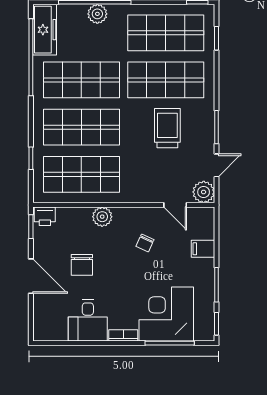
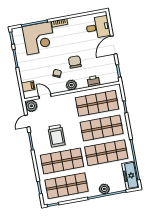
printer: (45, 216) -> (93, 81), moved
plant: (102, 217) -> (71, 85), moved
filing cabinet: (203, 249) -> (28, 86), moved
chair: (82, 265) -> (75, 62), moved
door: (31, 276) -> (114, 45), hinge flipped
desk: (88, 320) -> (98, 27), moved, turned 90

